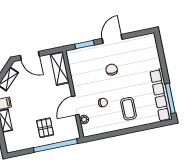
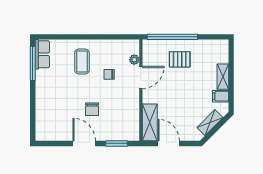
door: (112, 39) -> (84, 143), swing flipped
door: (30, 56) -> (169, 143), moved
row of seats: (161, 95) -> (42, 54), width x0.50
pallet: (45, 128) -> (180, 59), turned 90

